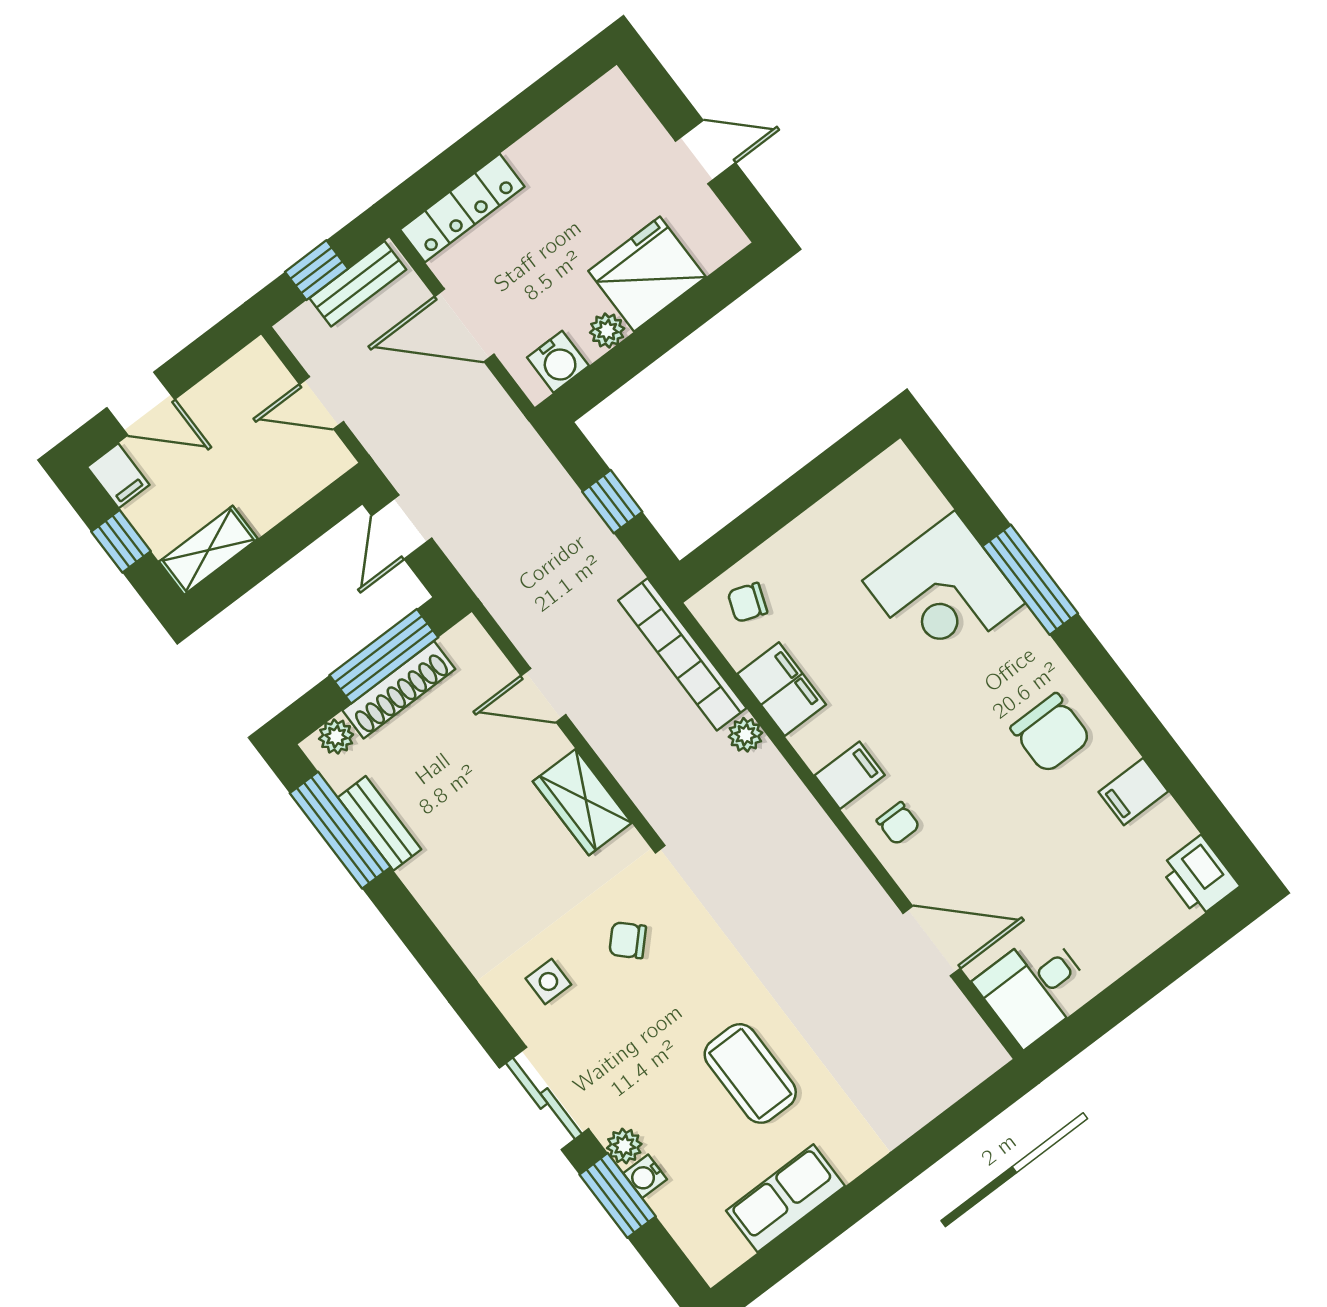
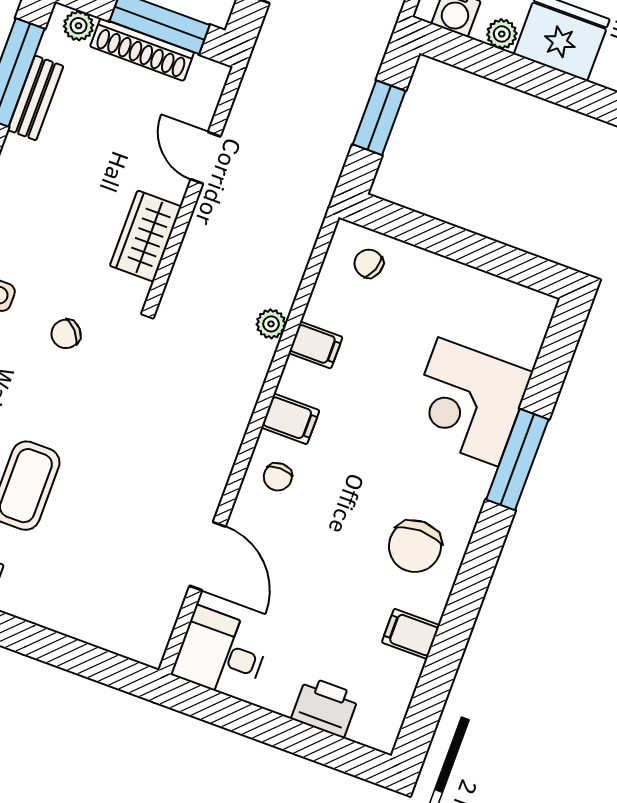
window: (612, 502) -> (379, 118), width x1.50
bookcase: (682, 654) -> (300, 240), removed
filing cabinet: (782, 689) -> (315, 345), width x0.50
printer: (1199, 877) -> (325, 707), moved, turned 90
chair: (628, 940) -> (66, 334), turned -86

